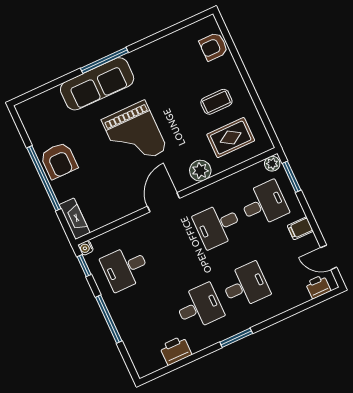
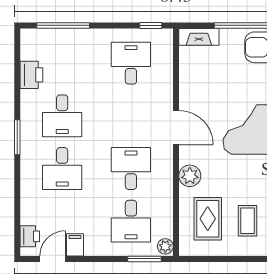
filing cabinet: (300, 228) -> (75, 245), moved
water cooler: (86, 248) -> (167, 35), removed
window: (109, 319) -> (63, 25), moved

